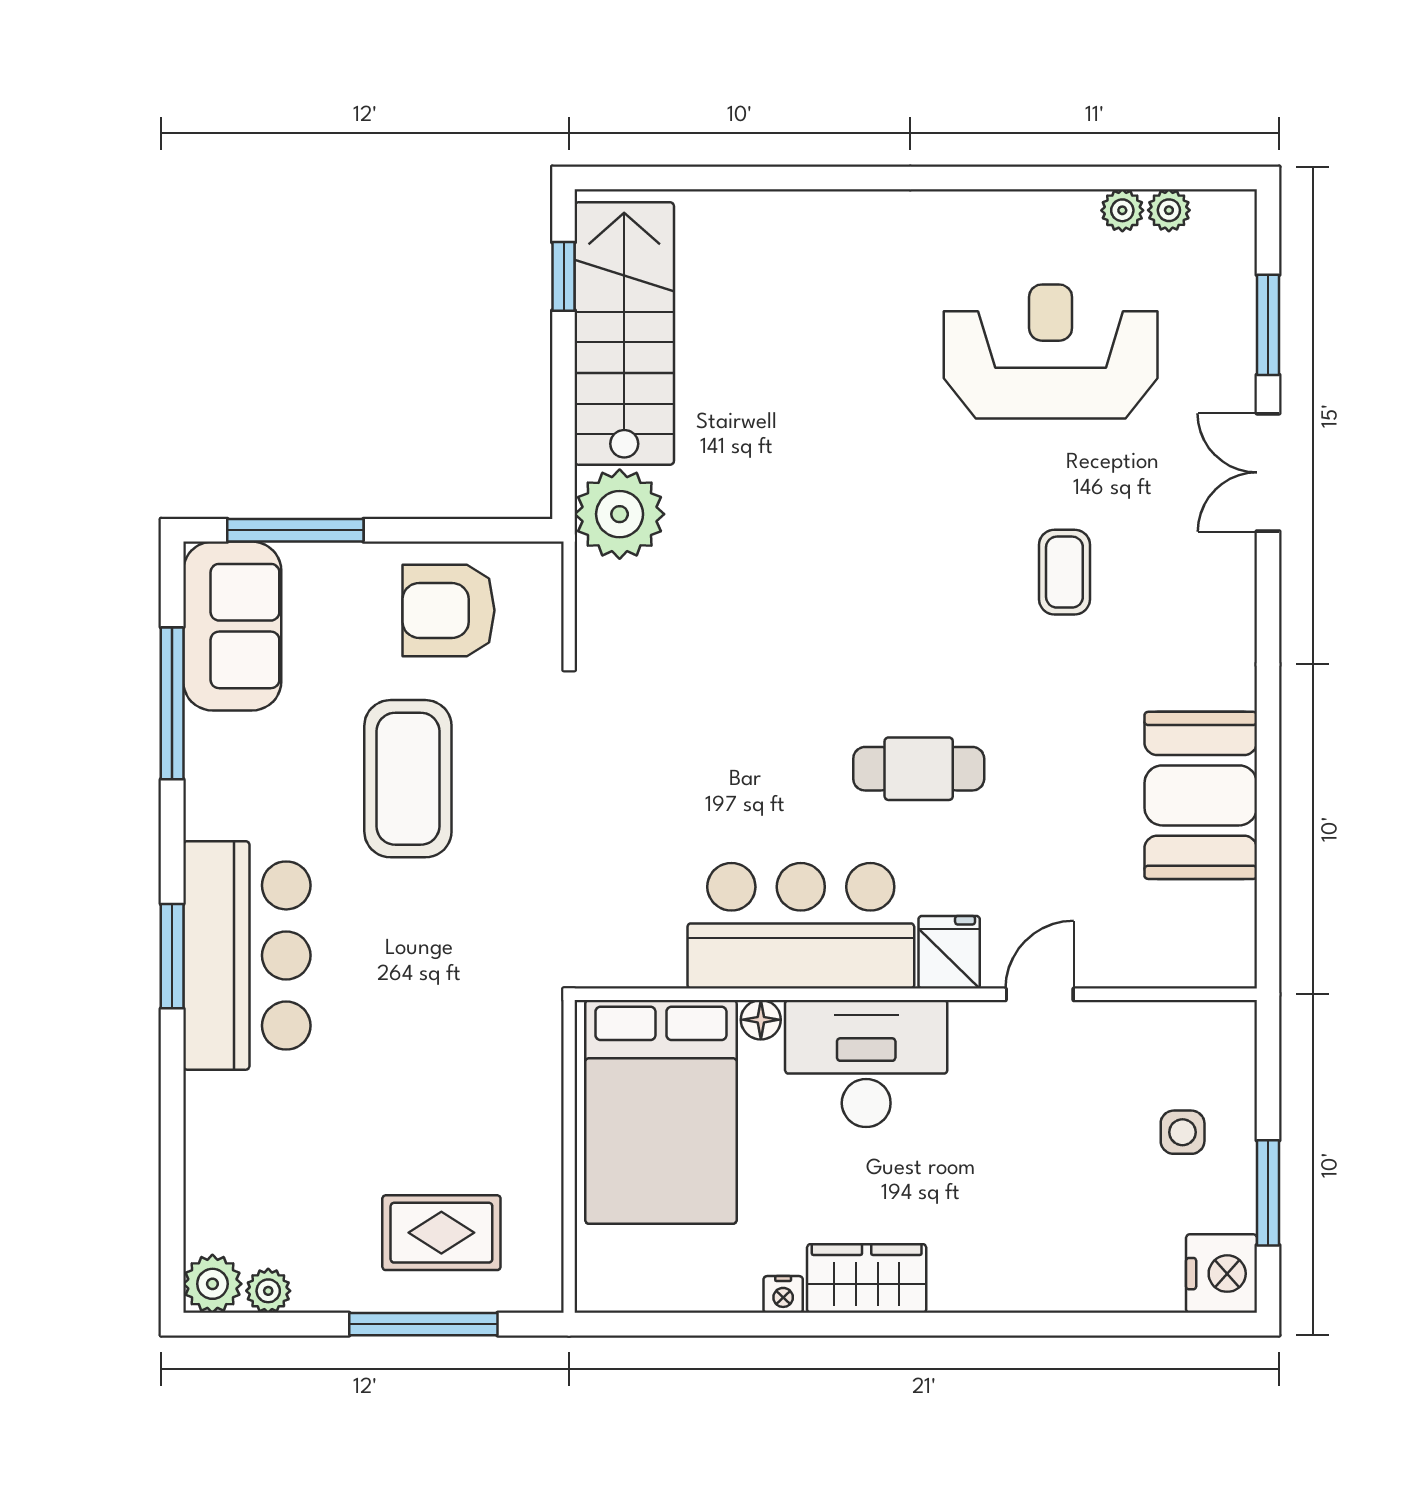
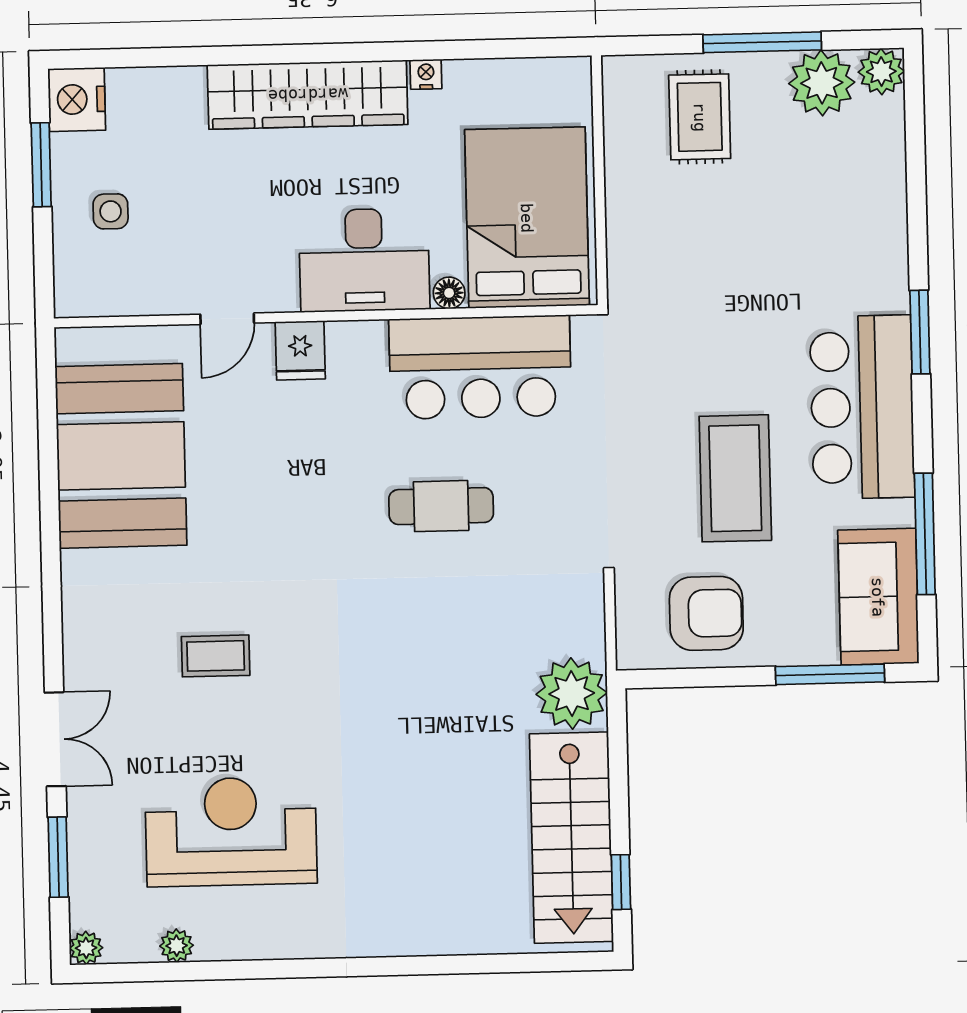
plant: (1169, 210) -> (86, 948), moved
reception desk: (1051, 351) -> (231, 832), turned 180
coffee table: (1064, 572) -> (216, 656), turned 90
cafe table: (919, 769) -> (441, 506), moved
booth: (1201, 795) -> (121, 456), width x1.36, depth x1.42
bar counter: (801, 926) -> (480, 367), moved
bar counter: (247, 955) -> (862, 407), moved
rug: (441, 1233) -> (700, 117), turned 90
wardrobe: (867, 1278) -> (308, 95), width x2.10, depth x1.17
plant: (268, 1291) -> (822, 83), width x1.88, depth x1.88
window: (423, 1324) -> (762, 42), moved

